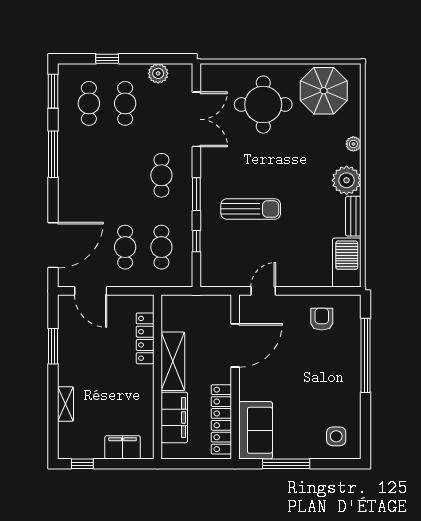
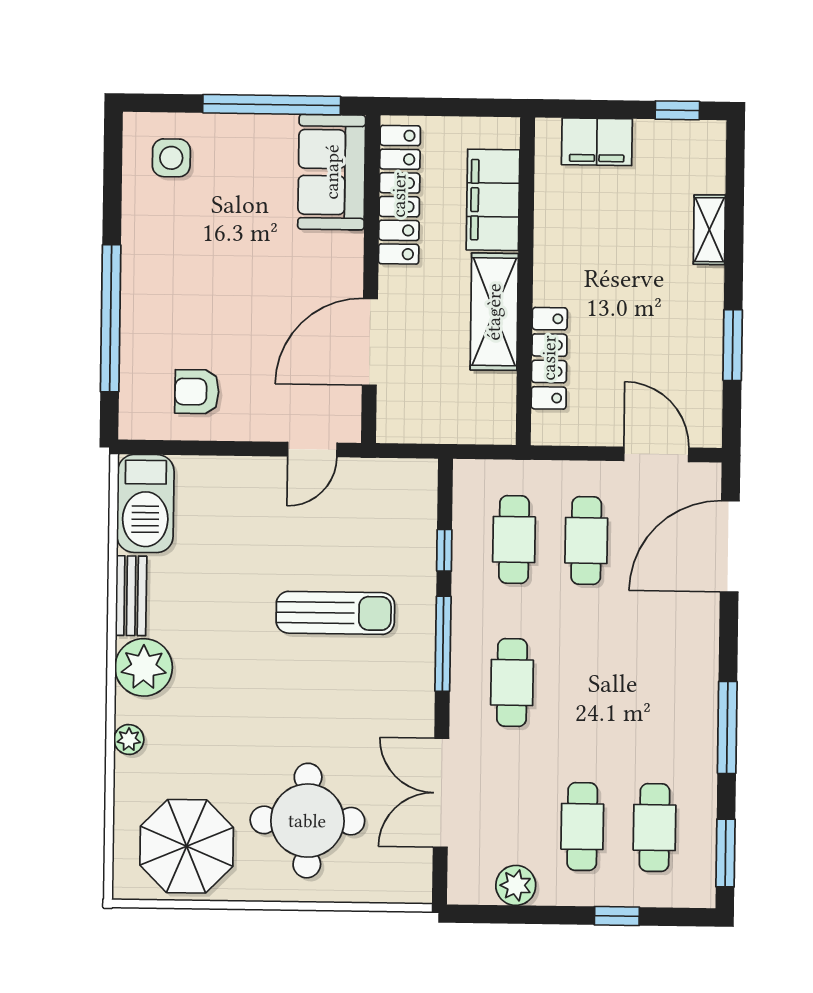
window: (196, 194) -> (443, 644), width x1.44
sun lounger: (251, 209) -> (335, 613), turned 180
armchair: (322, 319) -> (197, 392), turned 90
window: (286, 464) -> (272, 105), width x1.46

